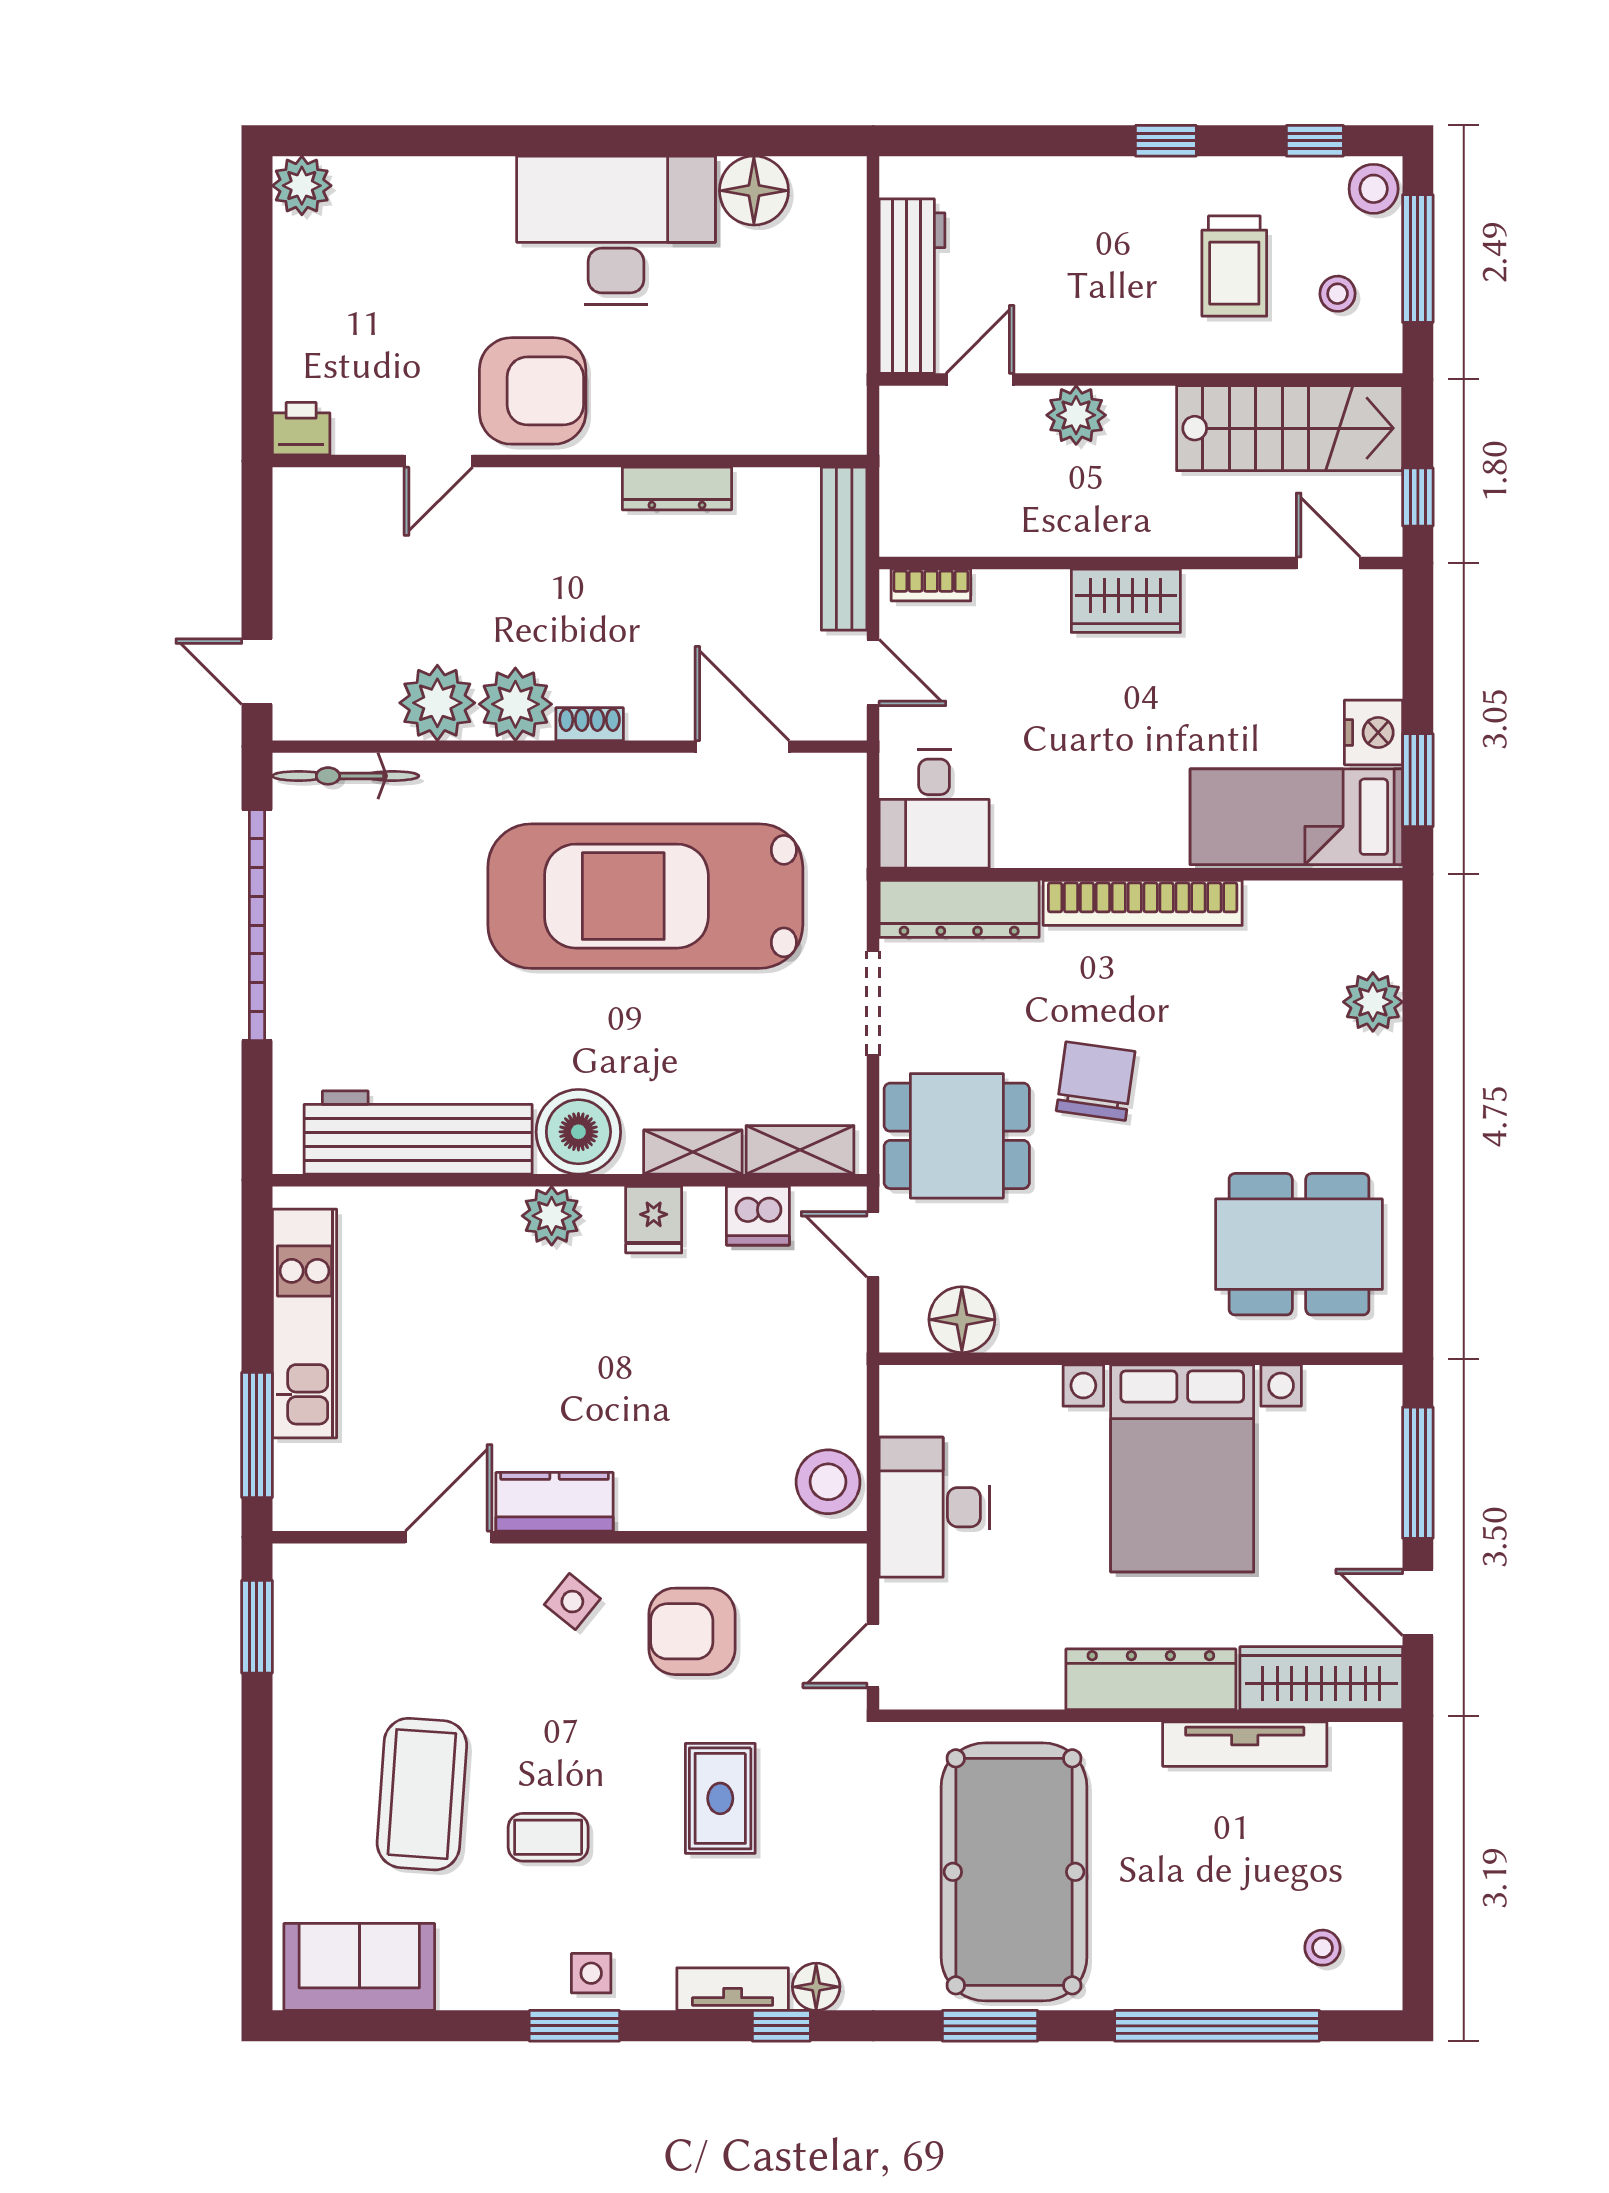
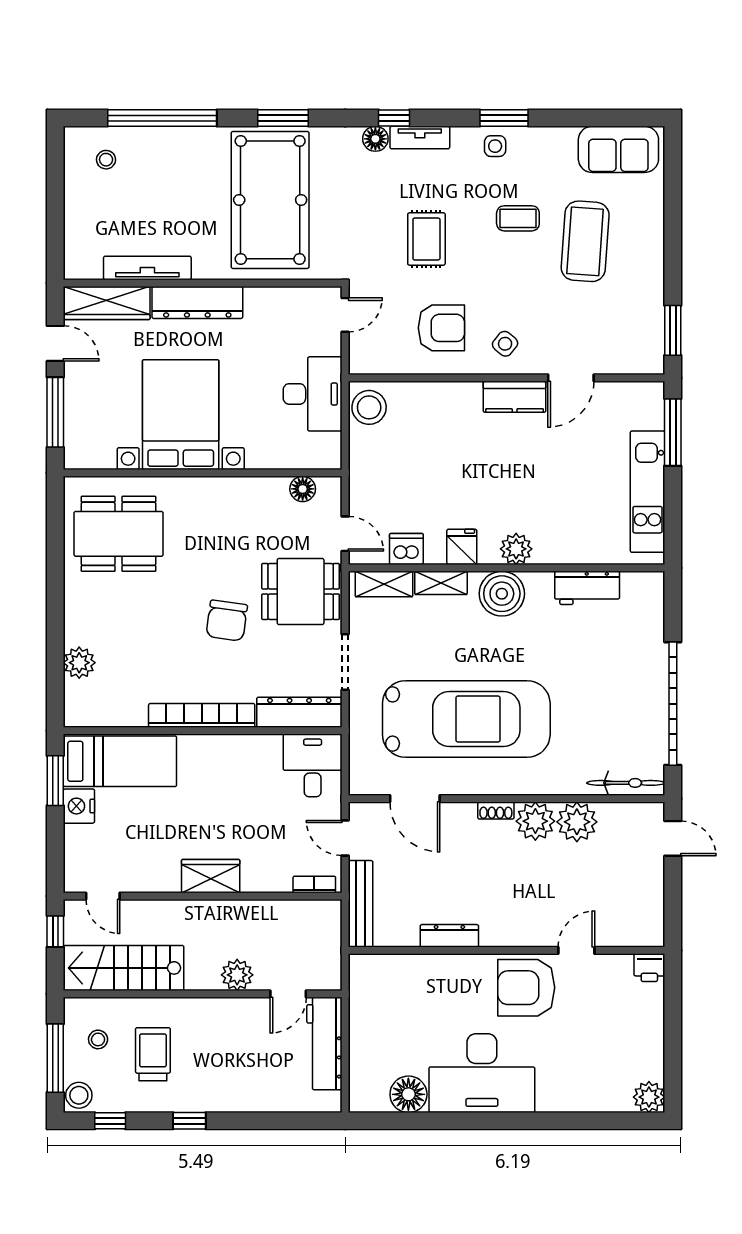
workbench: (418, 1133) -> (587, 588), width x0.53, depth x0.76
floor lamp: (962, 1320) -> (303, 489), width x0.73, depth x0.73

